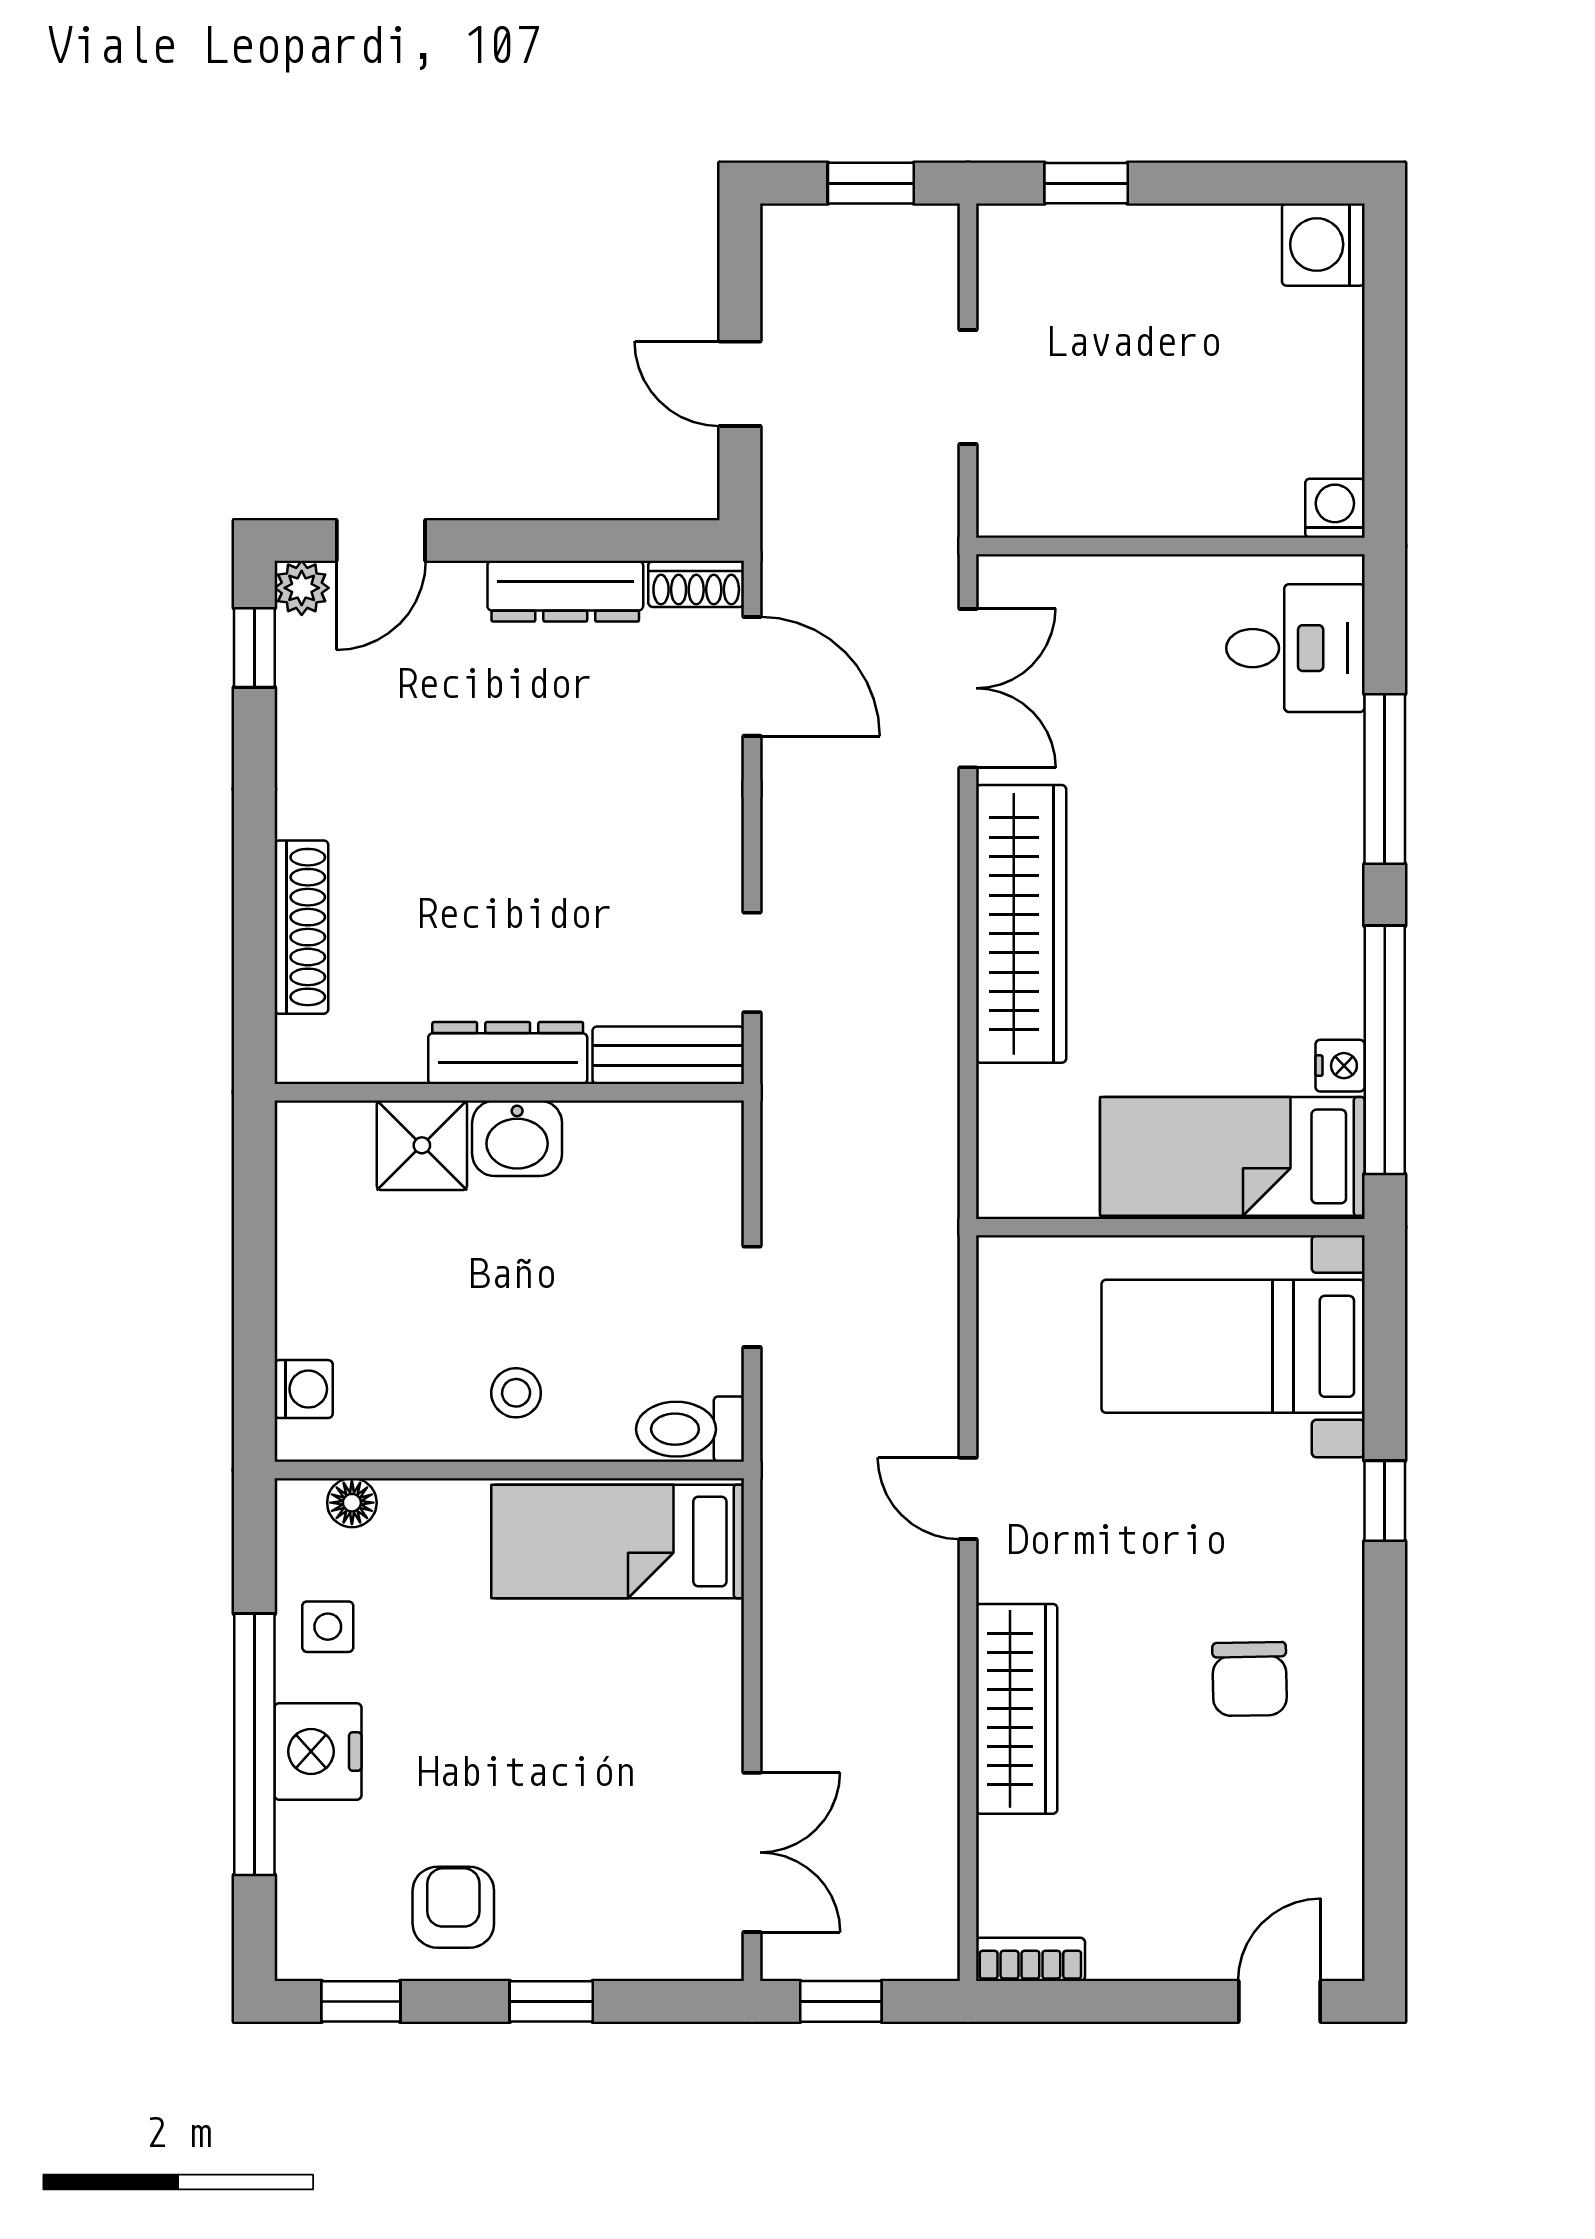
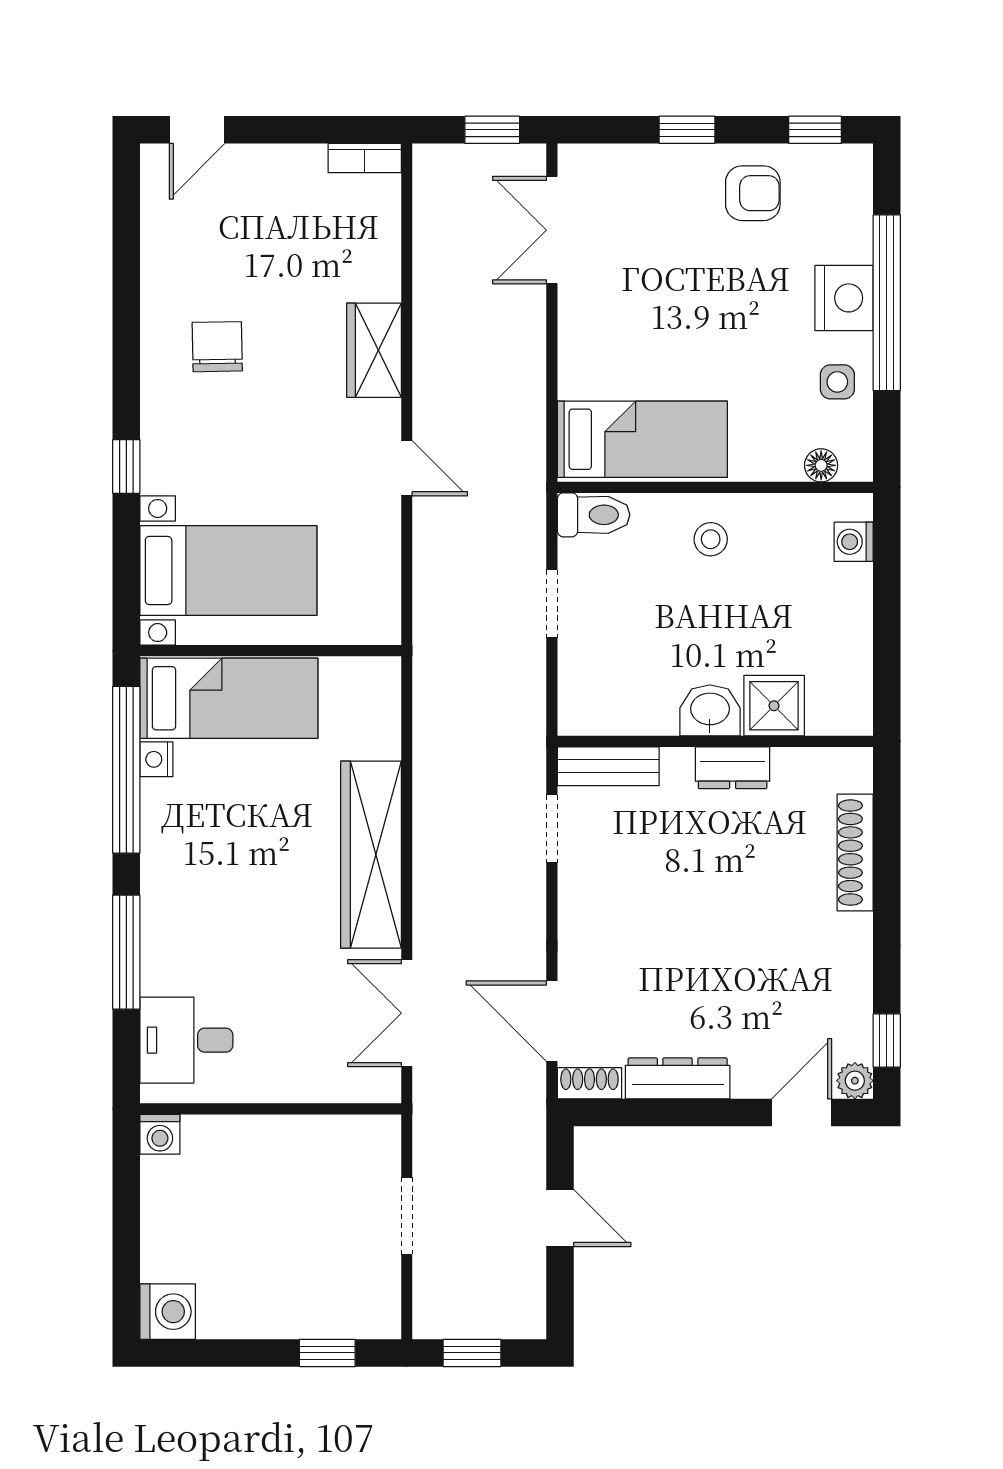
dresser: (508, 1053) -> (733, 768), width x0.70
wardrobe: (1017, 1709) -> (374, 350), width x0.67
armchair: (453, 1907) -> (753, 193), turned -90

